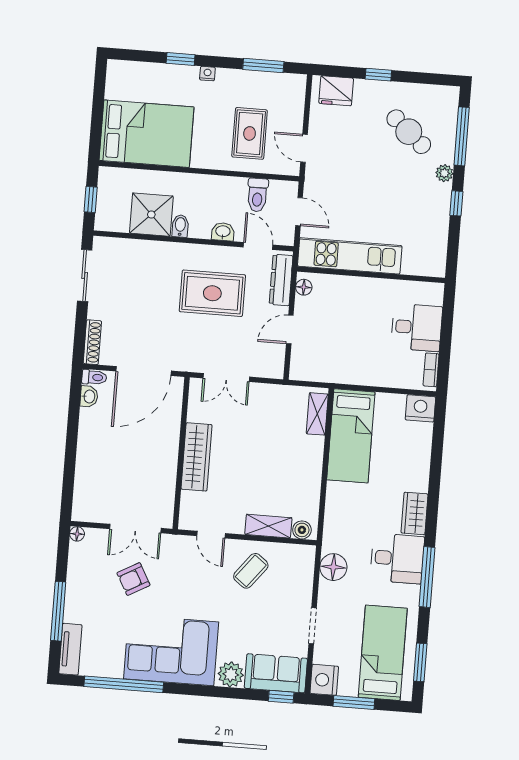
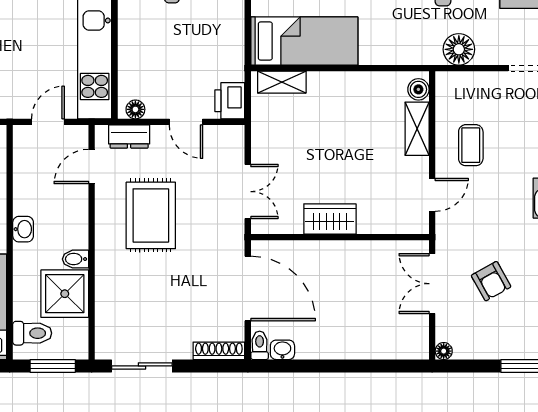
toilet: (257, 195) -> (32, 333), moved
window: (91, 199) -> (53, 366), width x1.50
washbasin: (223, 232) -> (23, 229), moved, turned 180
dresser: (281, 280) -> (129, 137), width x0.70
printer: (305, 368) -> (230, 101), added
wardrobe: (196, 457) -> (330, 219), width x0.67
double door: (135, 529) -> (432, 284), swing flipped
coffee table: (251, 571) -> (471, 145), turned 52

